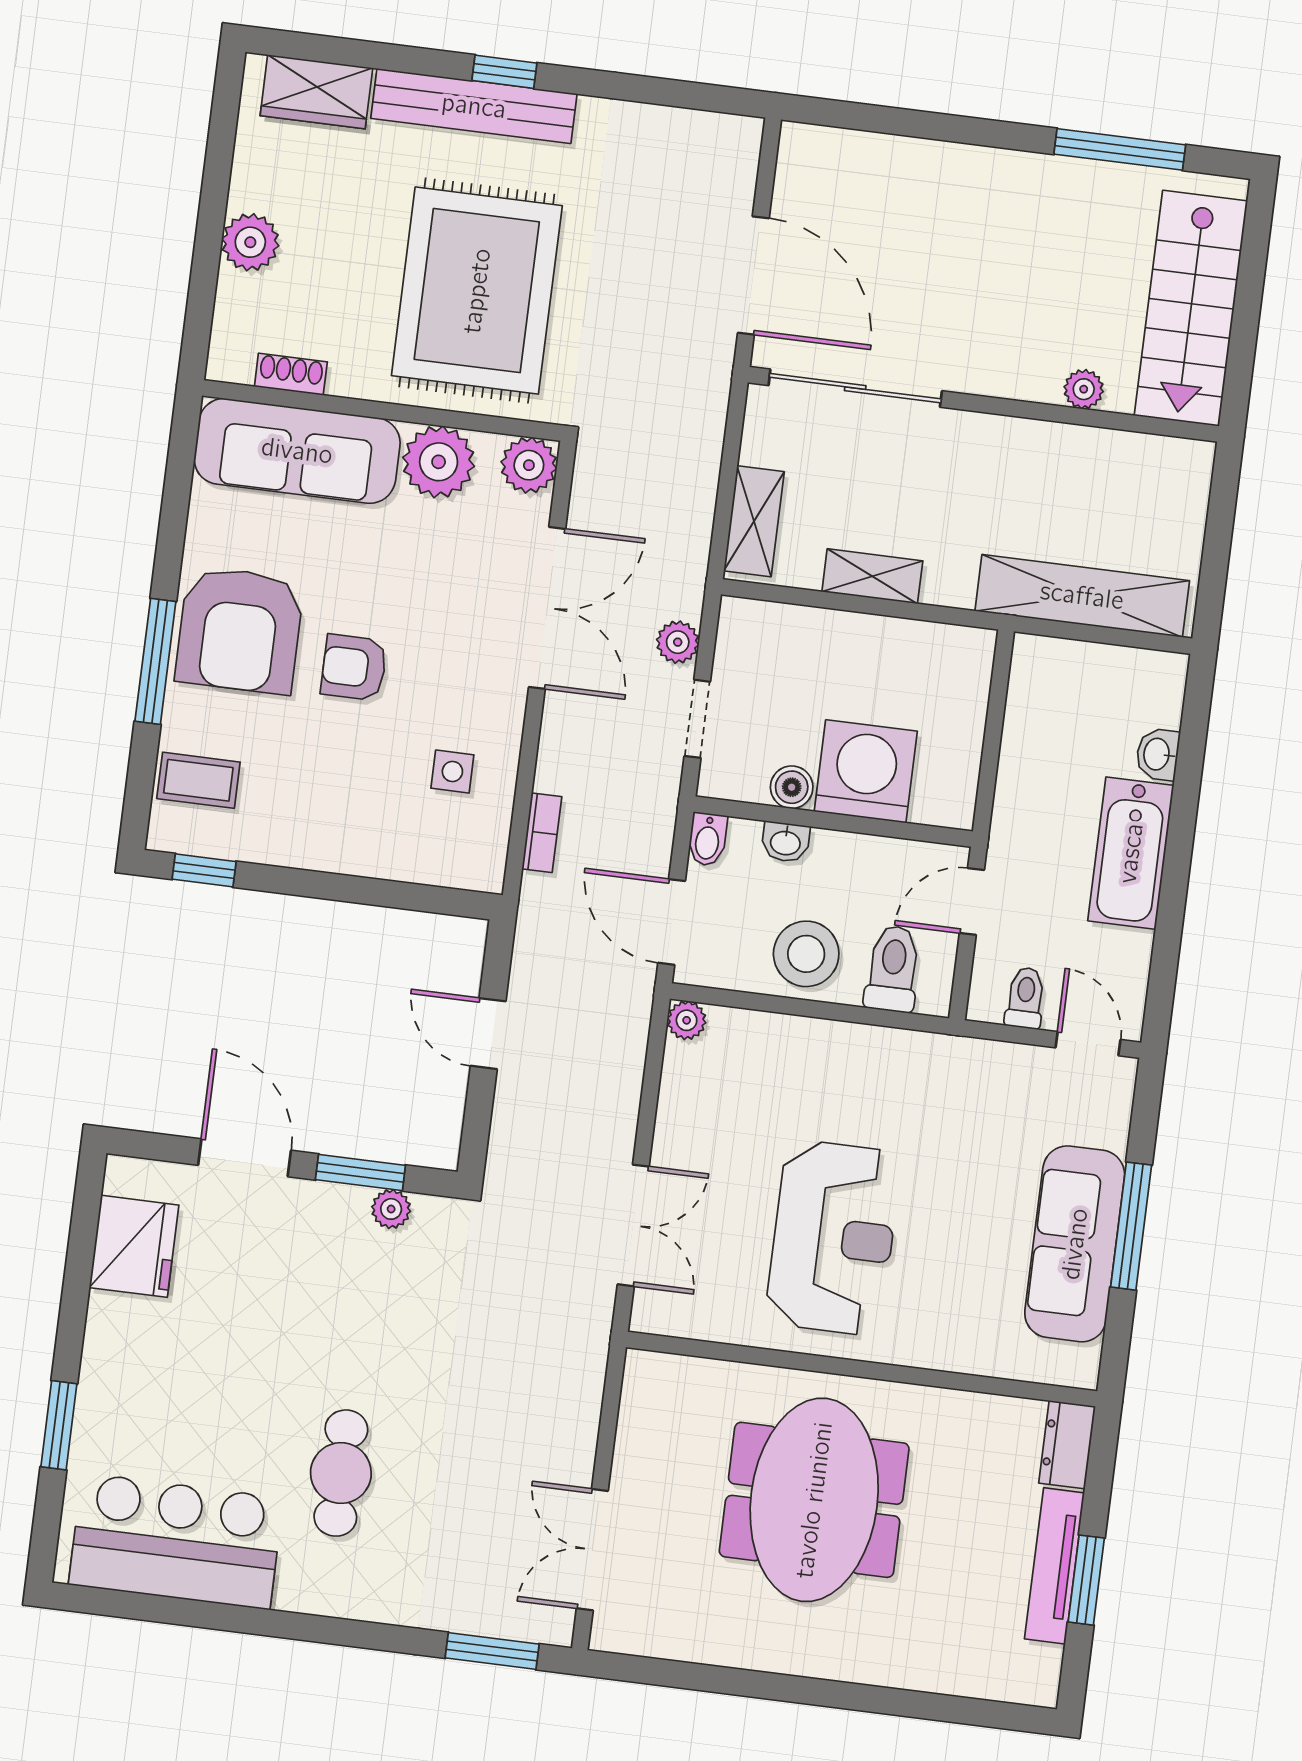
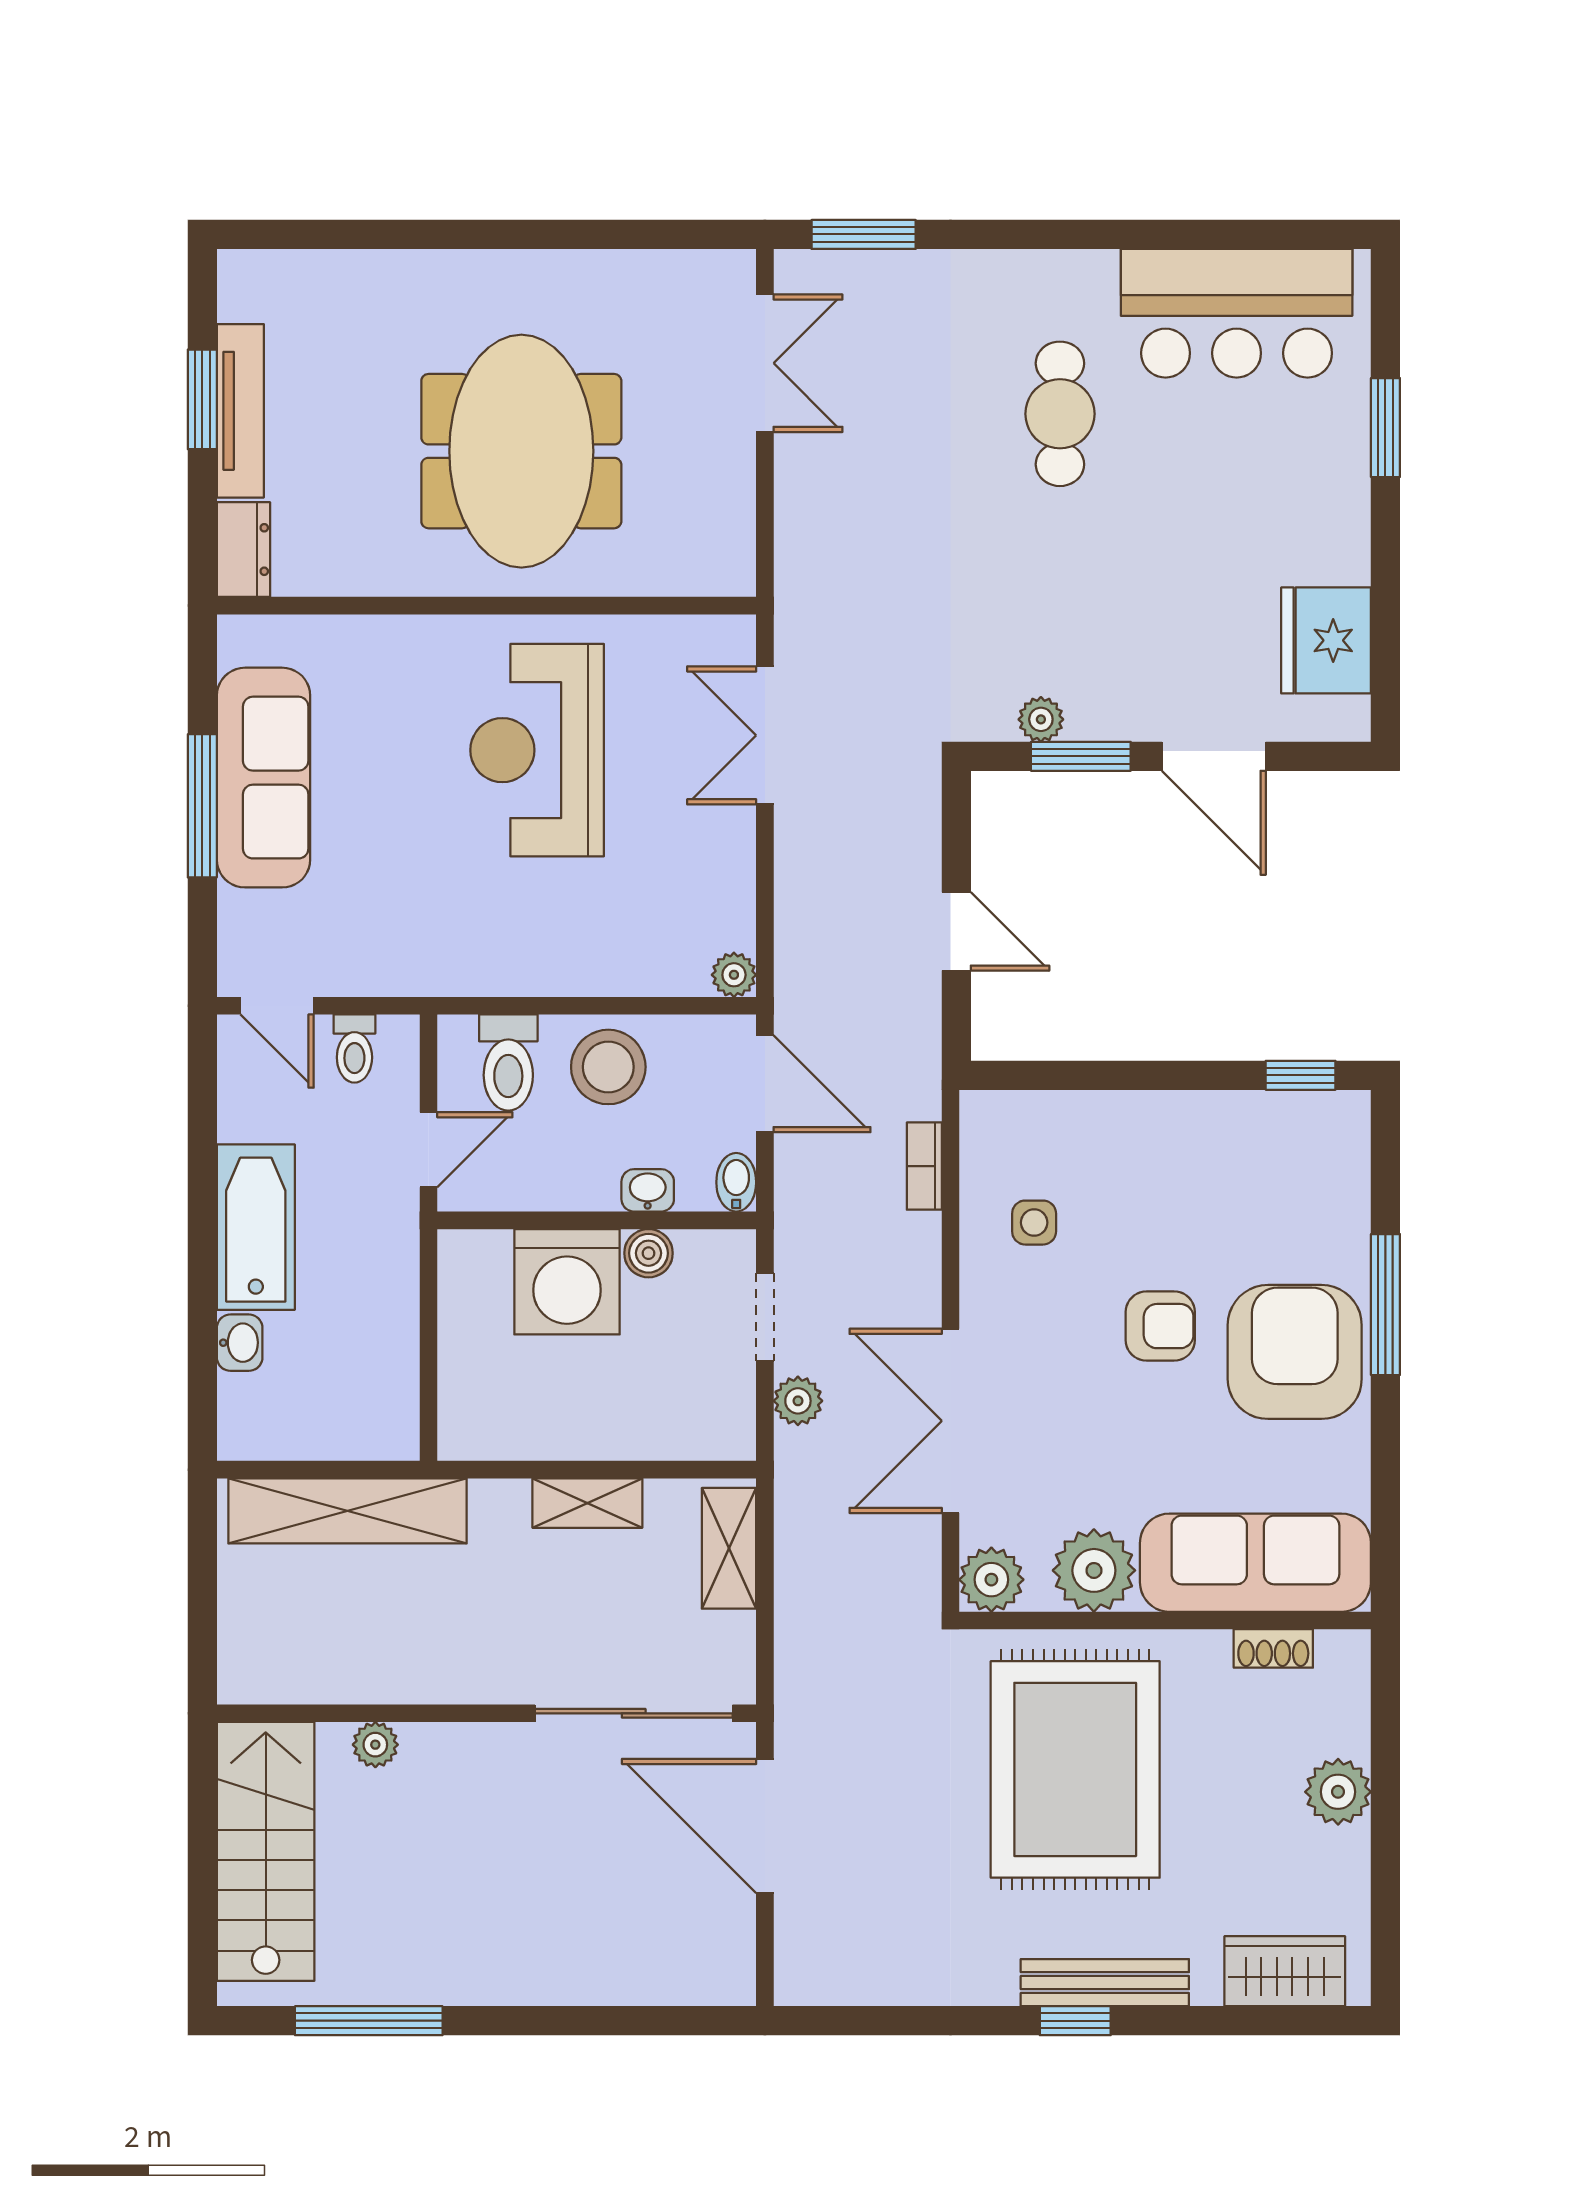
bench: (474, 106) -> (1105, 1983), width x0.73, depth x0.82
coffee table: (198, 780) -> (1320, 1176), removed

